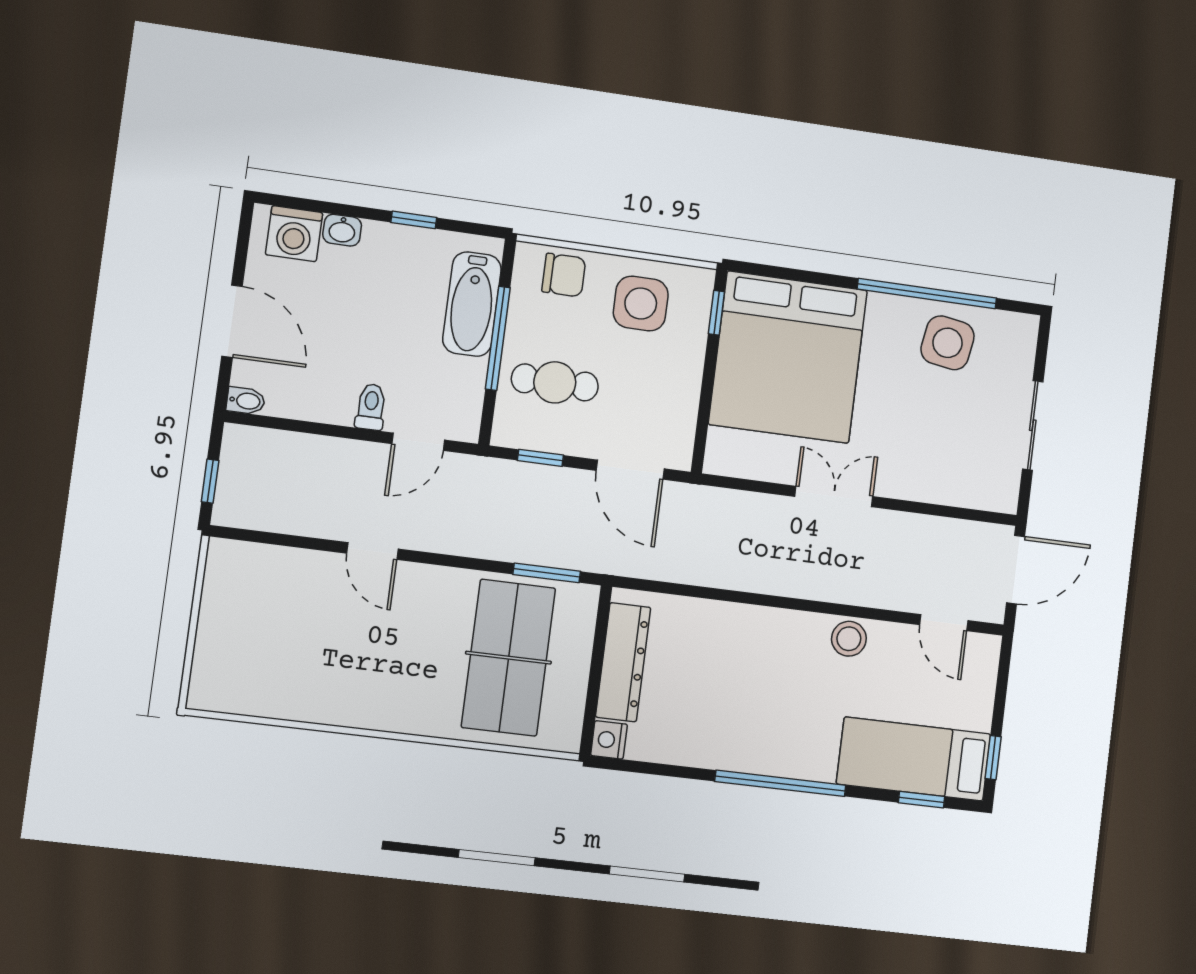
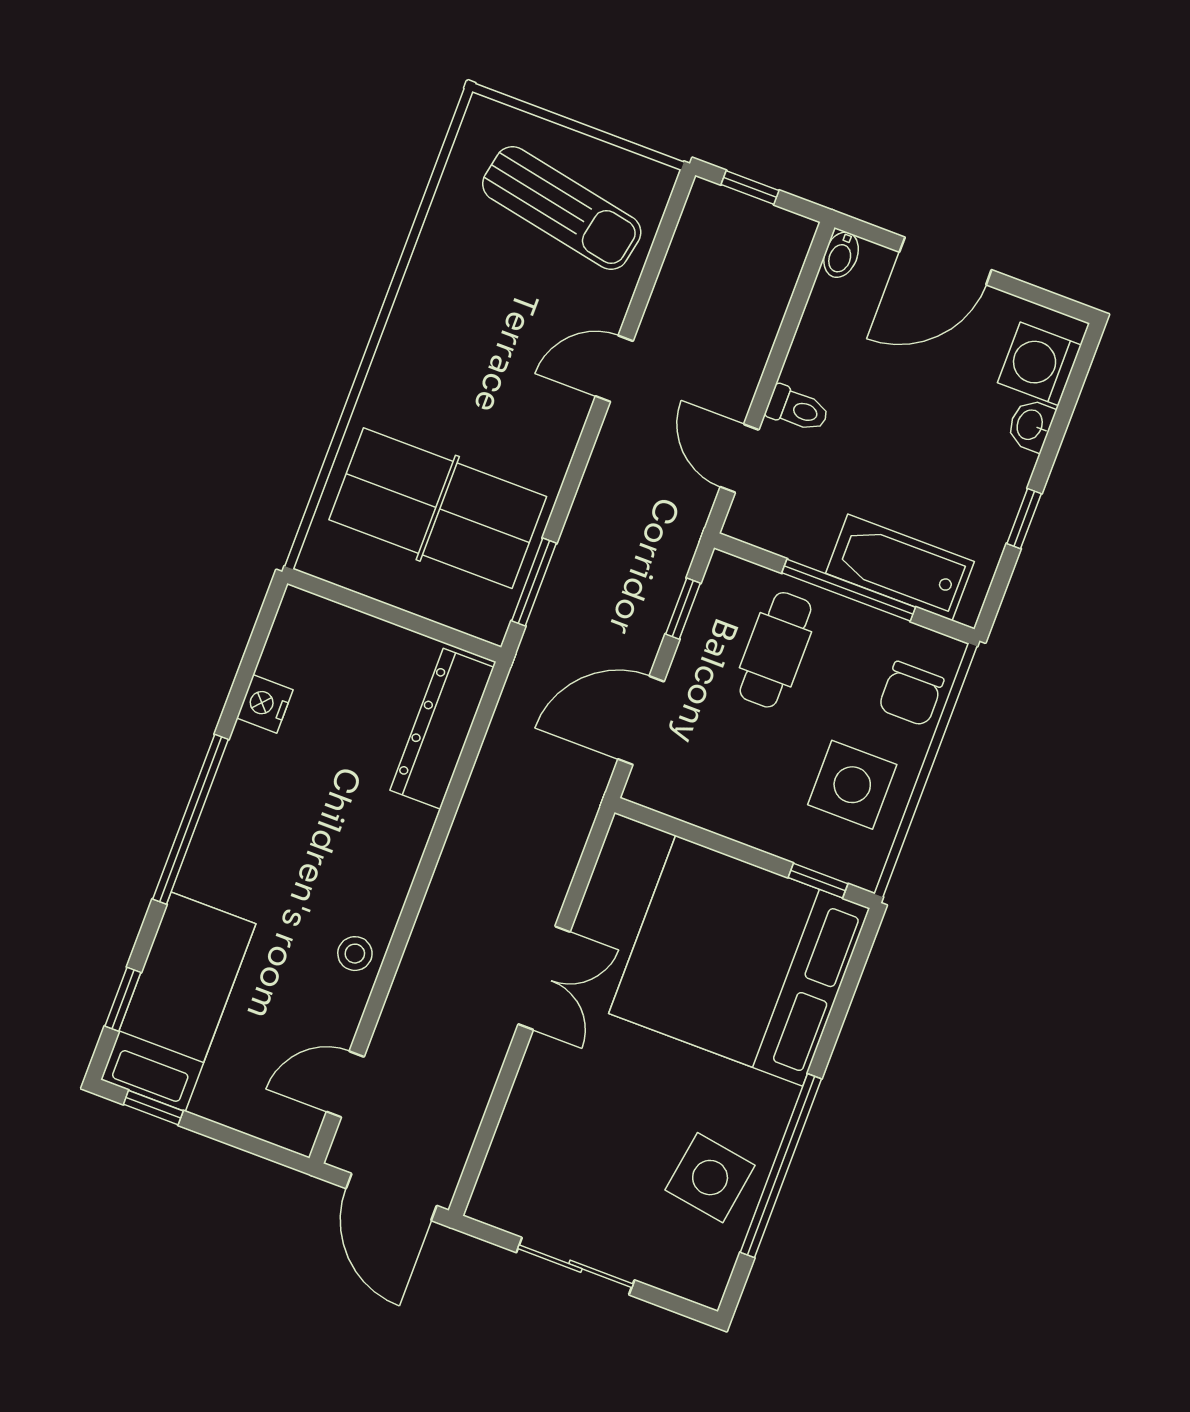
sun lounger: (259, 619) -> (562, 208), added
stool: (849, 639) -> (355, 954), width x0.73, depth x0.73
dresser: (623, 662) -> (442, 729), moved, turned 90
nightstand: (609, 740) -> (265, 704), moved, turned -90

